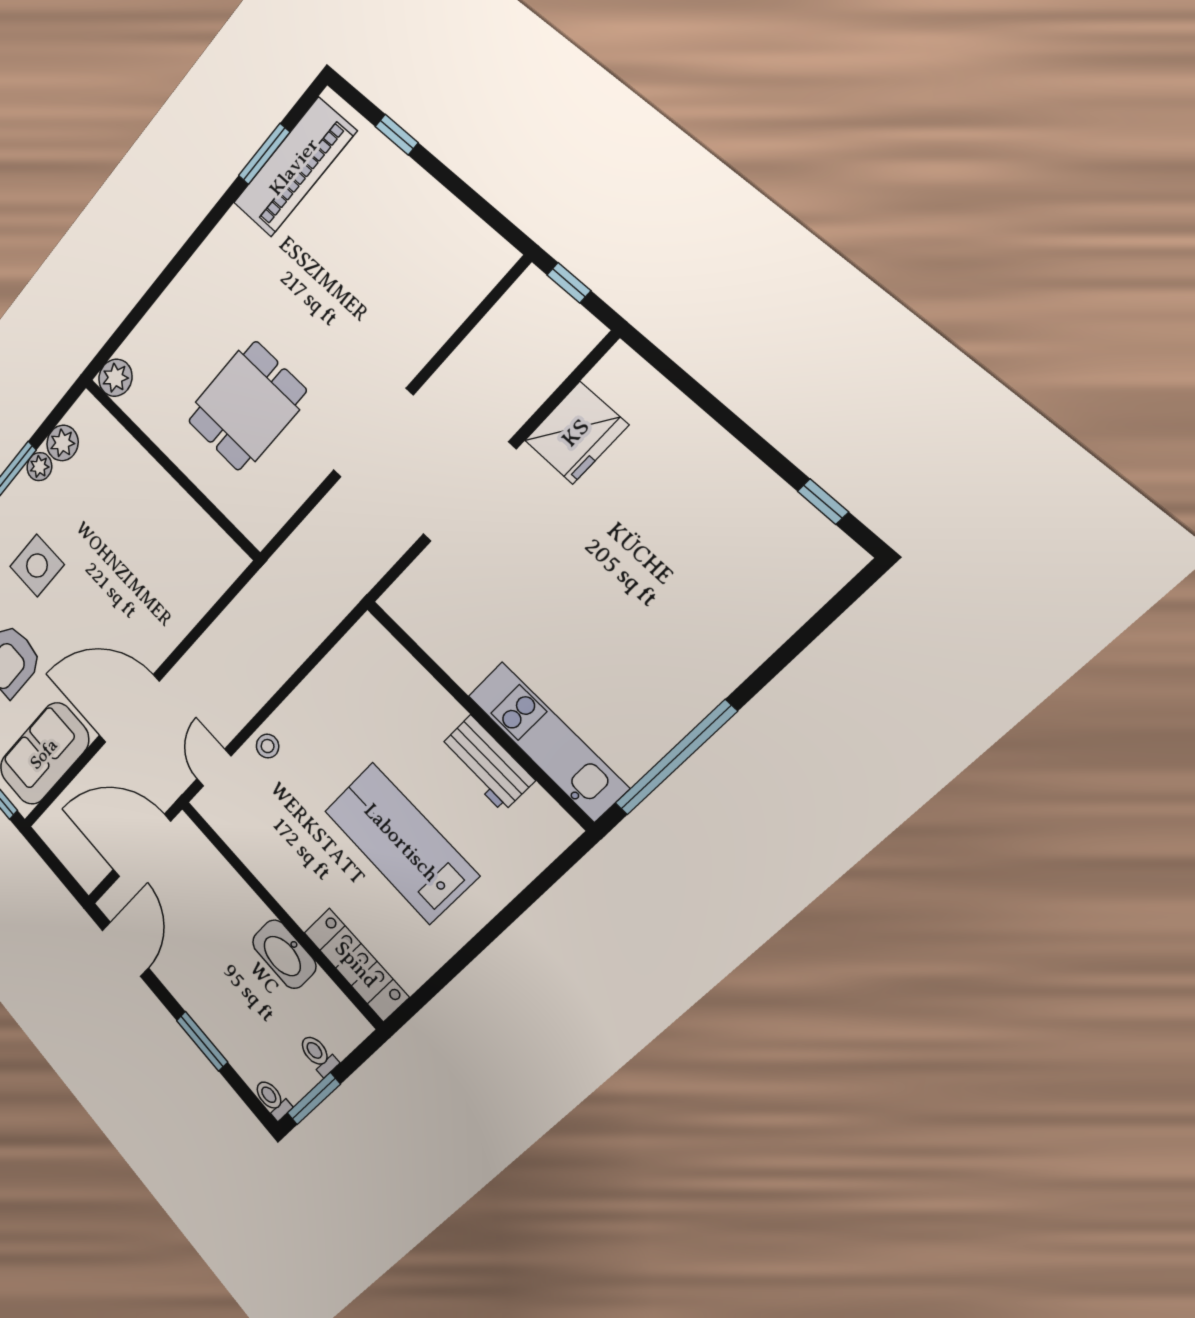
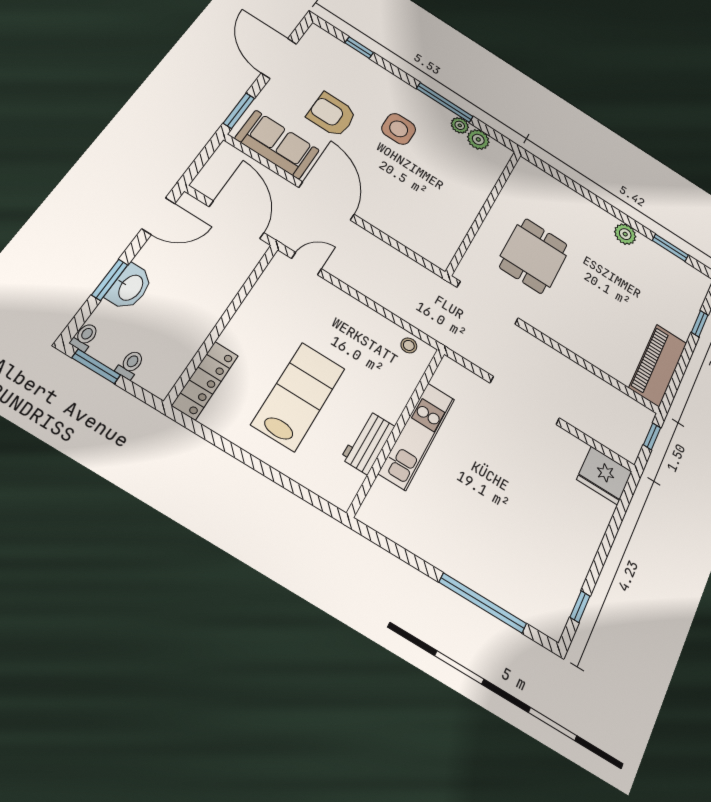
piano: (294, 167) -> (658, 365), moved, turned 90
plant: (115, 378) -> (625, 234), moved
dining table: (247, 406) -> (534, 256), turned 90
doorway: (373, 433) -> (488, 303), moved
fridge: (576, 433) -> (604, 475), moved
kitchen unit: (548, 741) -> (417, 436), moved
stool: (268, 746) -> (409, 345), moved
window: (676, 758) -> (483, 603), moved
washbasin: (284, 954) -> (130, 287), moved, turned 180

